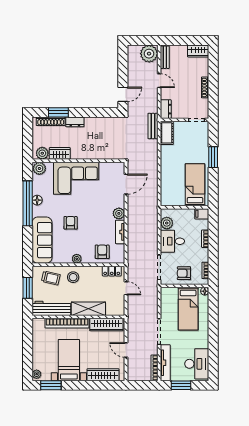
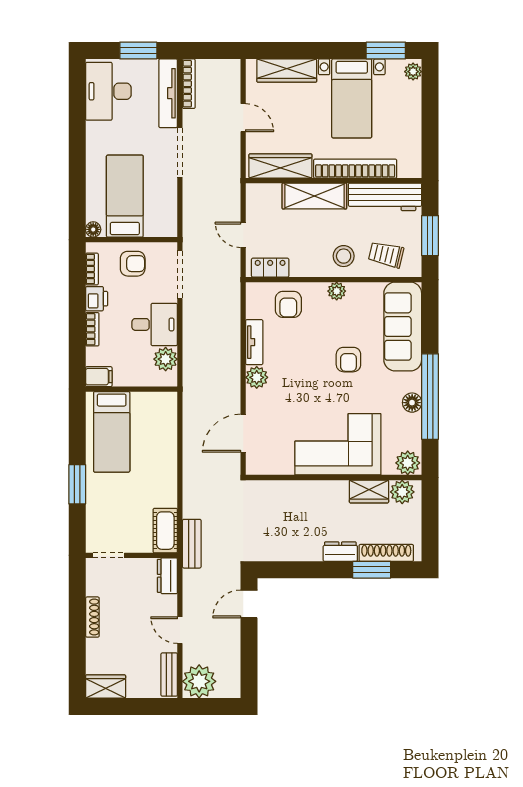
printer: (203, 255) -> (97, 299), added

